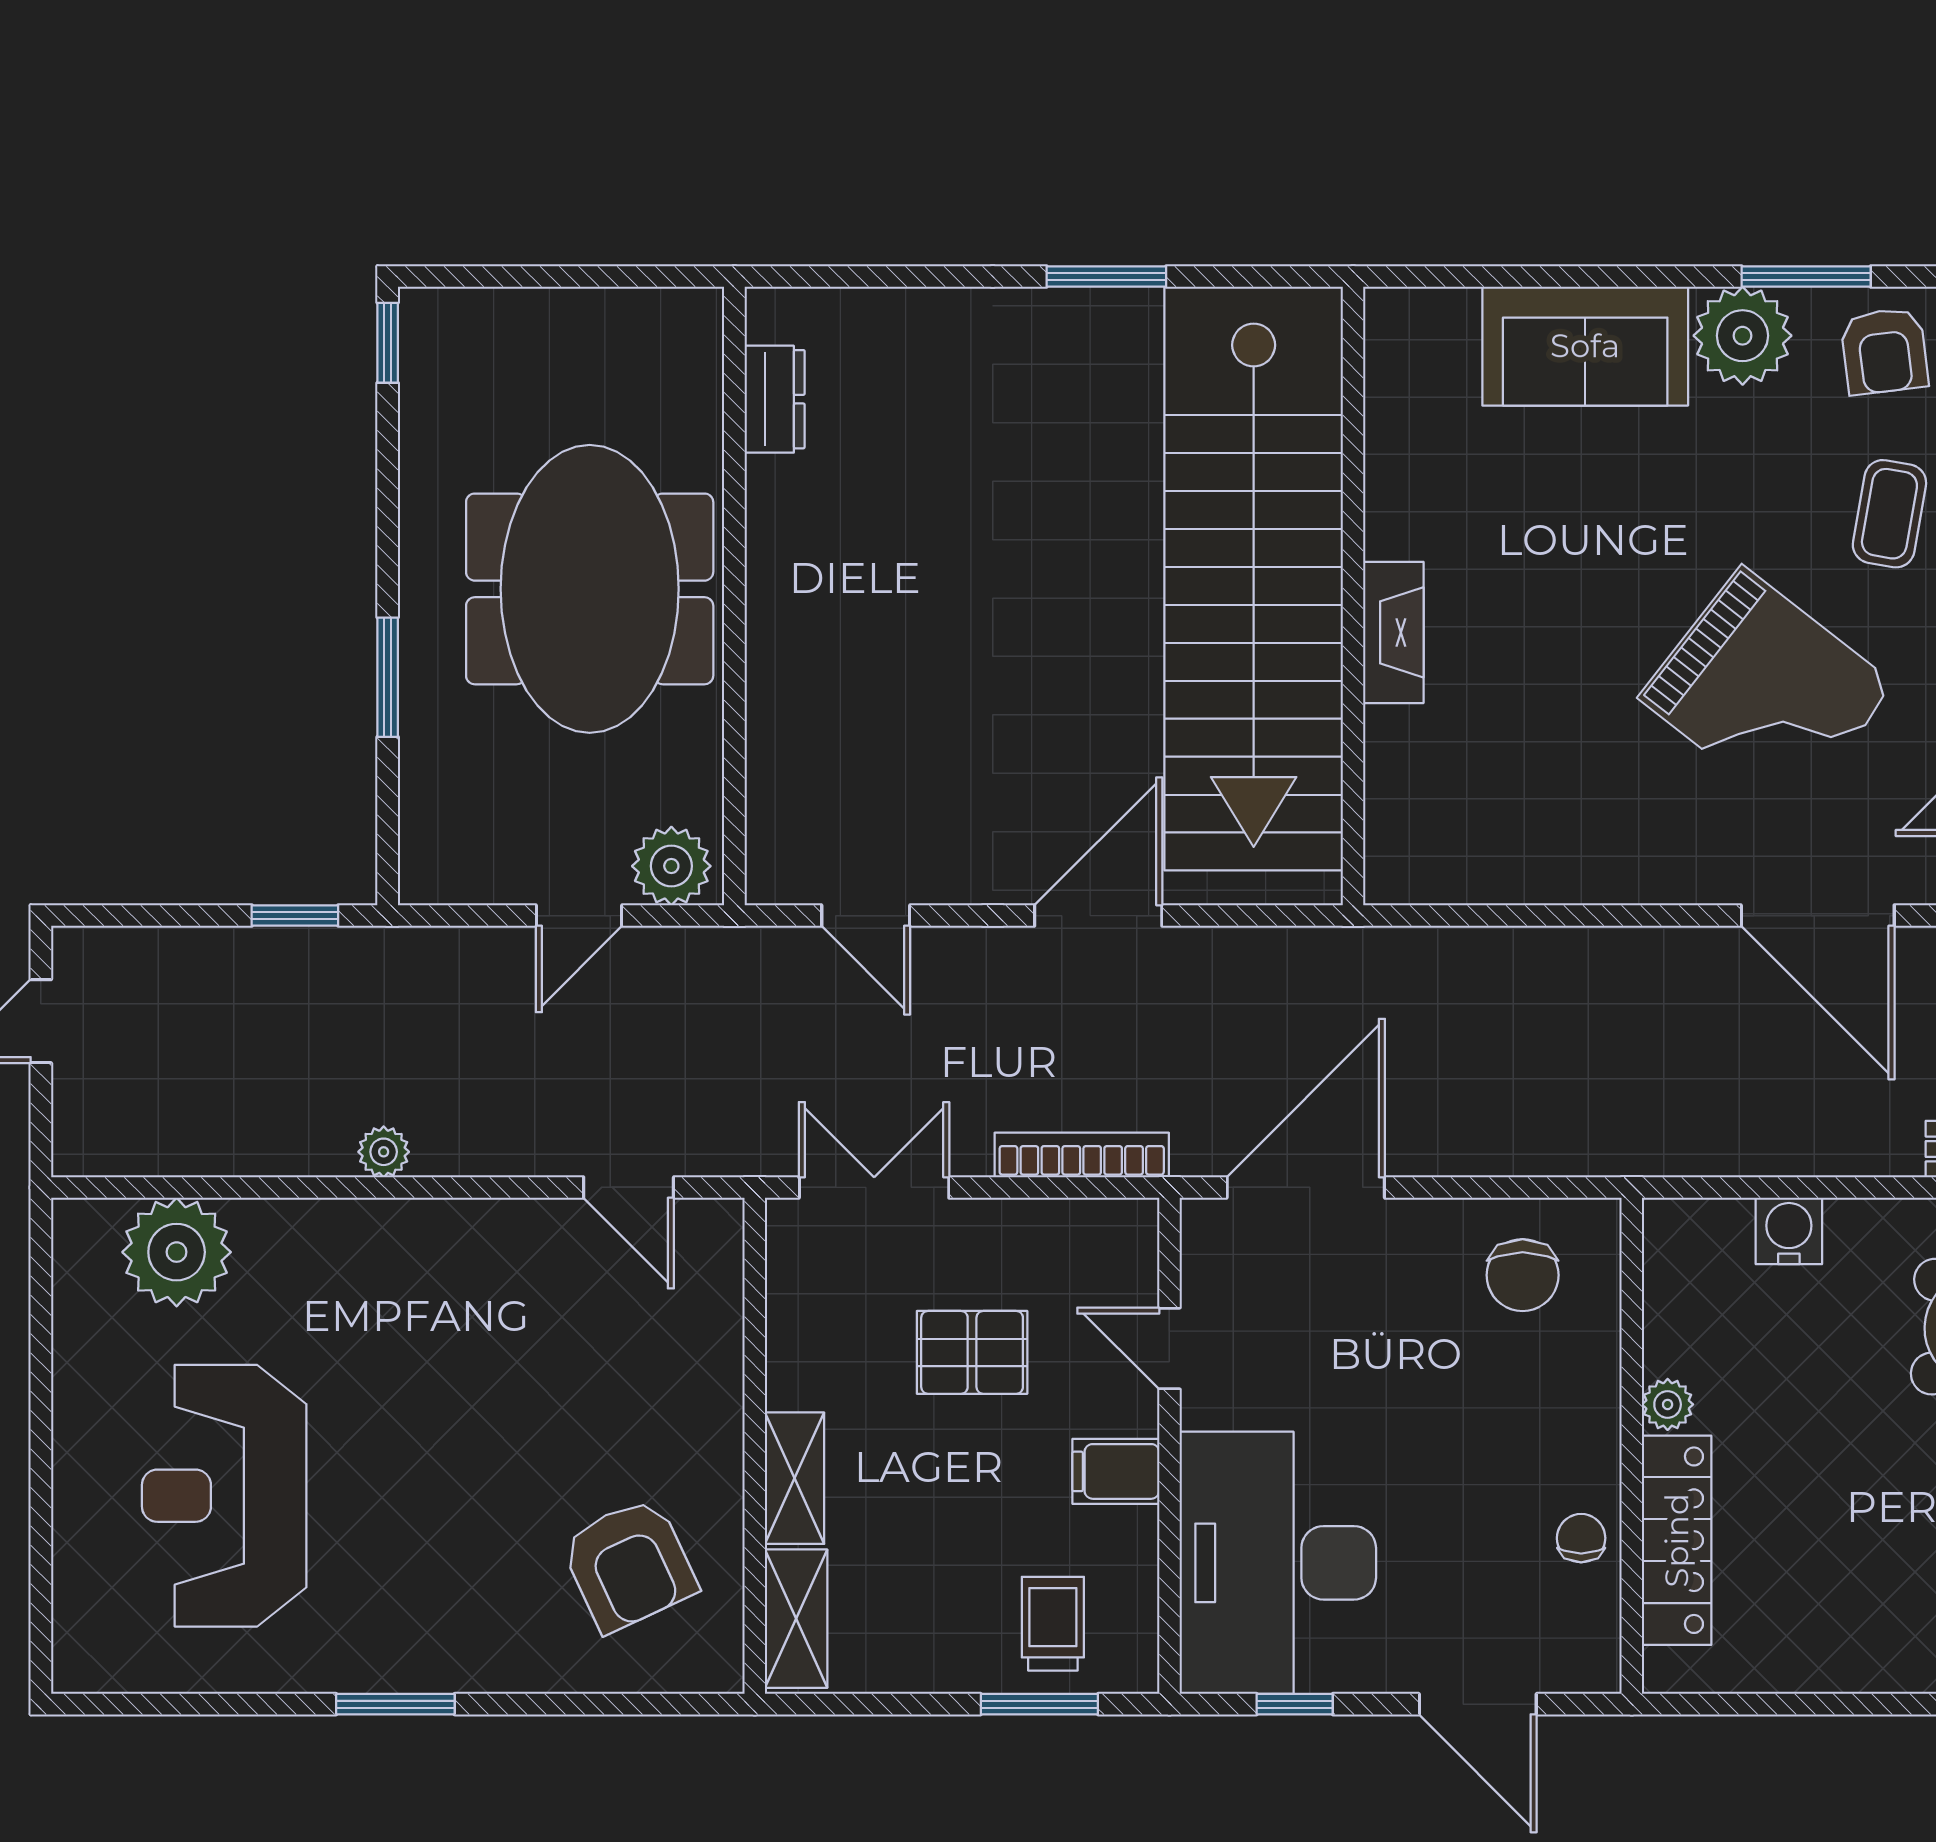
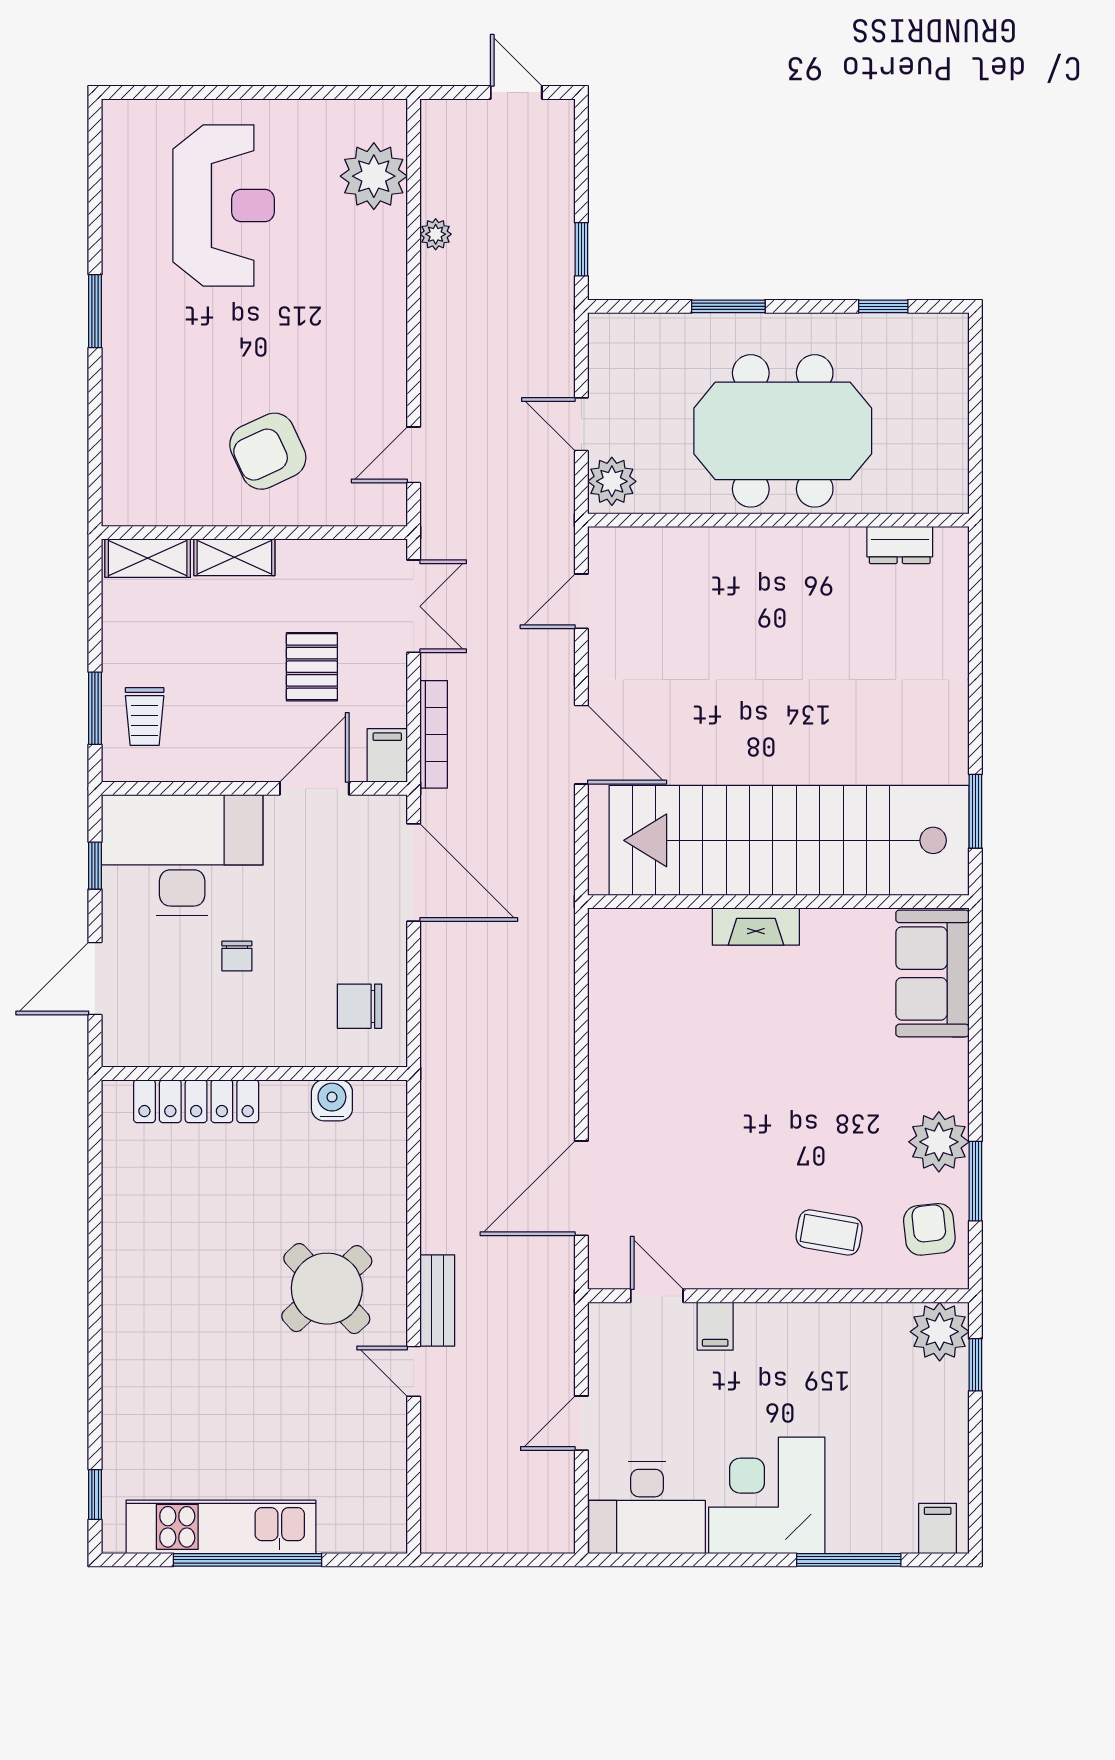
window: (1106, 276) -> (975, 811), moved
window: (388, 343) -> (883, 306), moved
sofa: (1585, 346) -> (932, 973), moved
armchair: (1884, 351) -> (929, 1229), turned 91
grand piano: (1767, 691) -> (720, 1157), removed
plant: (384, 1152) -> (436, 234), moved
water cooler: (1789, 1231) -> (332, 1100), moved, turned -90
door: (1169, 1349) -> (314, 788), width x1.38
plant: (1668, 1404) -> (280, 1096), removed
filing cabinet: (1116, 1471) -> (387, 755), moved
reception desk: (224, 1496) -> (224, 205), turned 90
chair: (1581, 1538) -> (237, 956), moved, turned 90
armchair: (629, 1565) -> (268, 451), moved
trolley: (1053, 1624) -> (145, 717), turned 90

